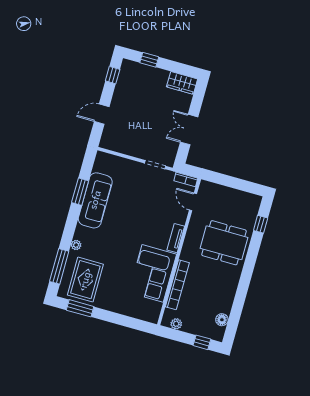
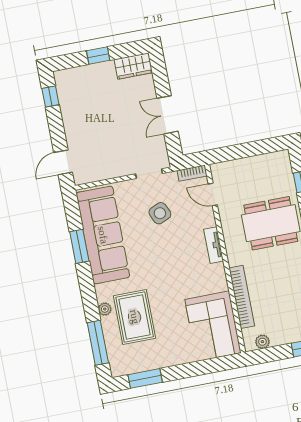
window: (149, 60) -> (98, 56), moved
door: (102, 114) -> (63, 162), moved
side table: (149, 197) -> (160, 213), added
sofa: (95, 200) -> (103, 235), width x1.36, depth x1.27
corner sofa: (153, 273) -> (213, 326), moved
rug: (85, 280) -> (135, 317), moved

